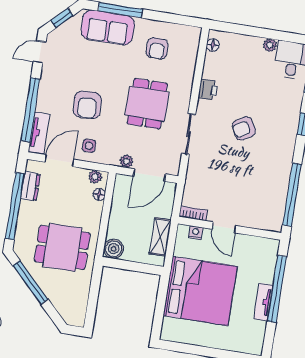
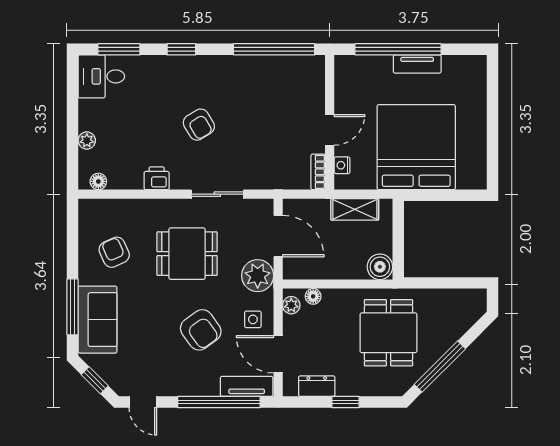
plant: (270, 45) -> (87, 141), moved
armchair: (157, 48) -> (114, 252), turned -114
armchair: (87, 105) -> (201, 330), turned 57
plant: (127, 161) -> (258, 276), width x1.88, depth x1.88
window: (15, 206) -> (346, 402), width x0.32

